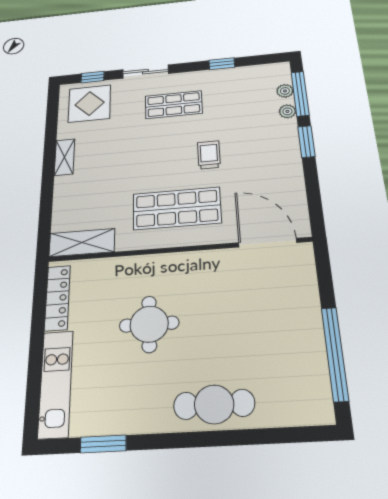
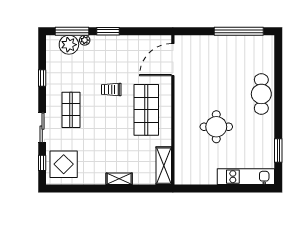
plant: (285, 91) -> (69, 45), width x1.88, depth x1.88
shelving: (64, 157) -> (119, 179), moved
locker: (57, 298) -> (197, 178), removed

